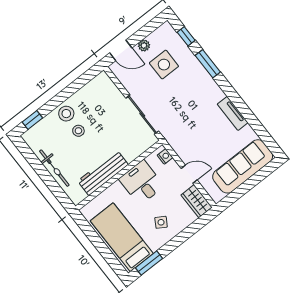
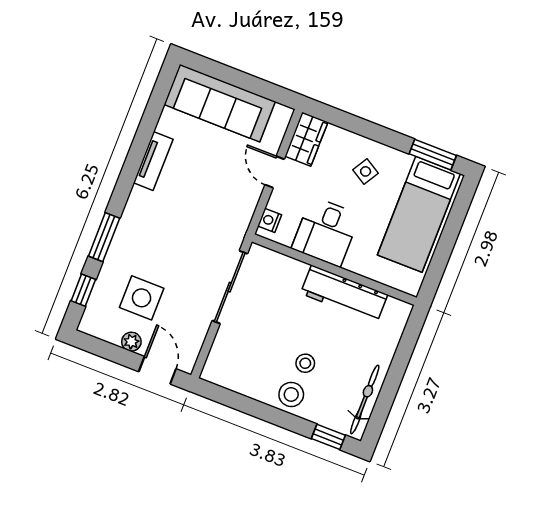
bicycle: (54, 168) -> (365, 399), moved

